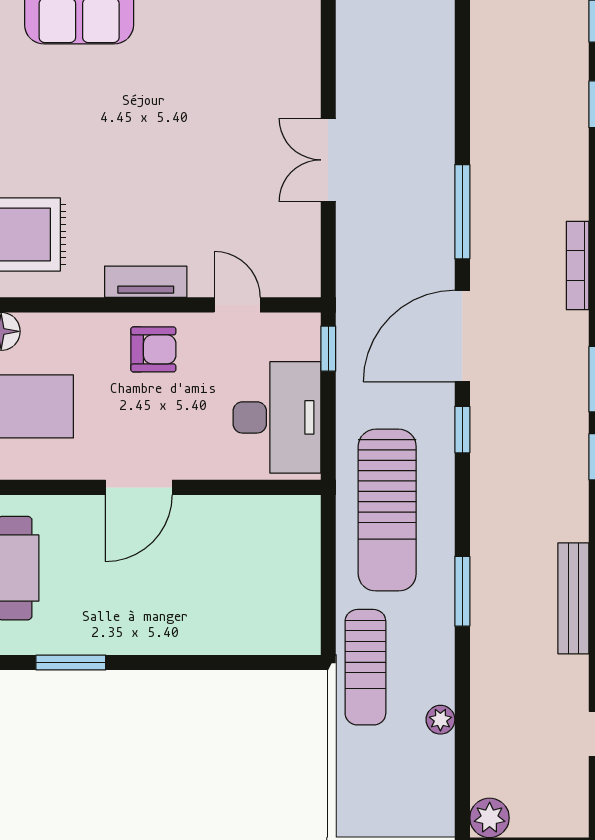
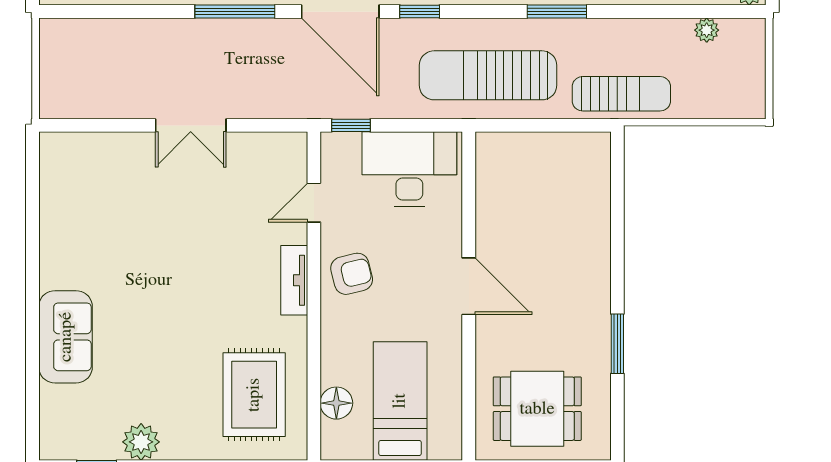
armchair: (153, 349) -> (352, 274), turned 76
sun lounger: (387, 510) -> (488, 75), turned 180
plant: (440, 720) -> (707, 30), moved

